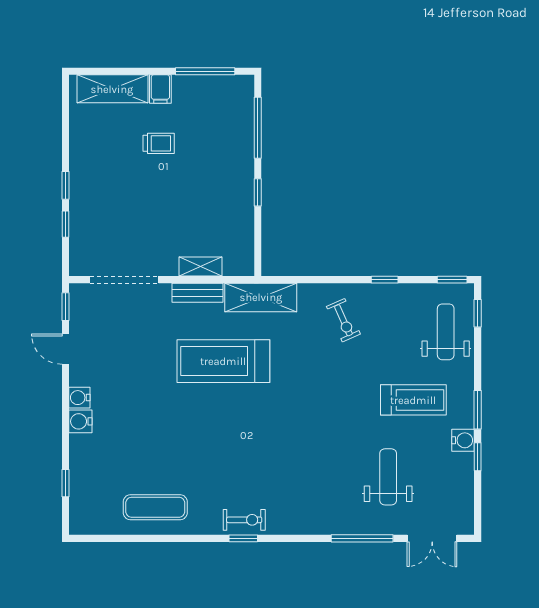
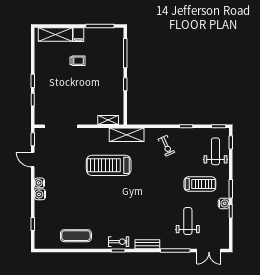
shelving: (200, 267) -> (108, 120), moved
bench: (198, 293) -> (147, 244), moved

